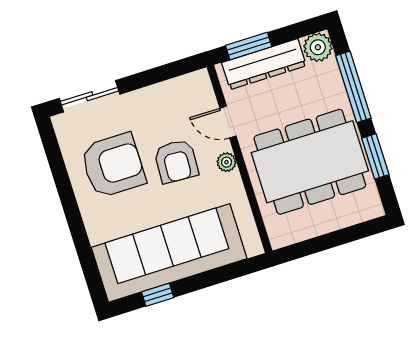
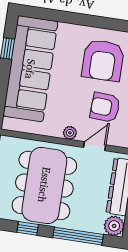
window: (375, 156) -> (28, 228), width x0.67
armchair: (176, 161) -> (105, 107), moved

